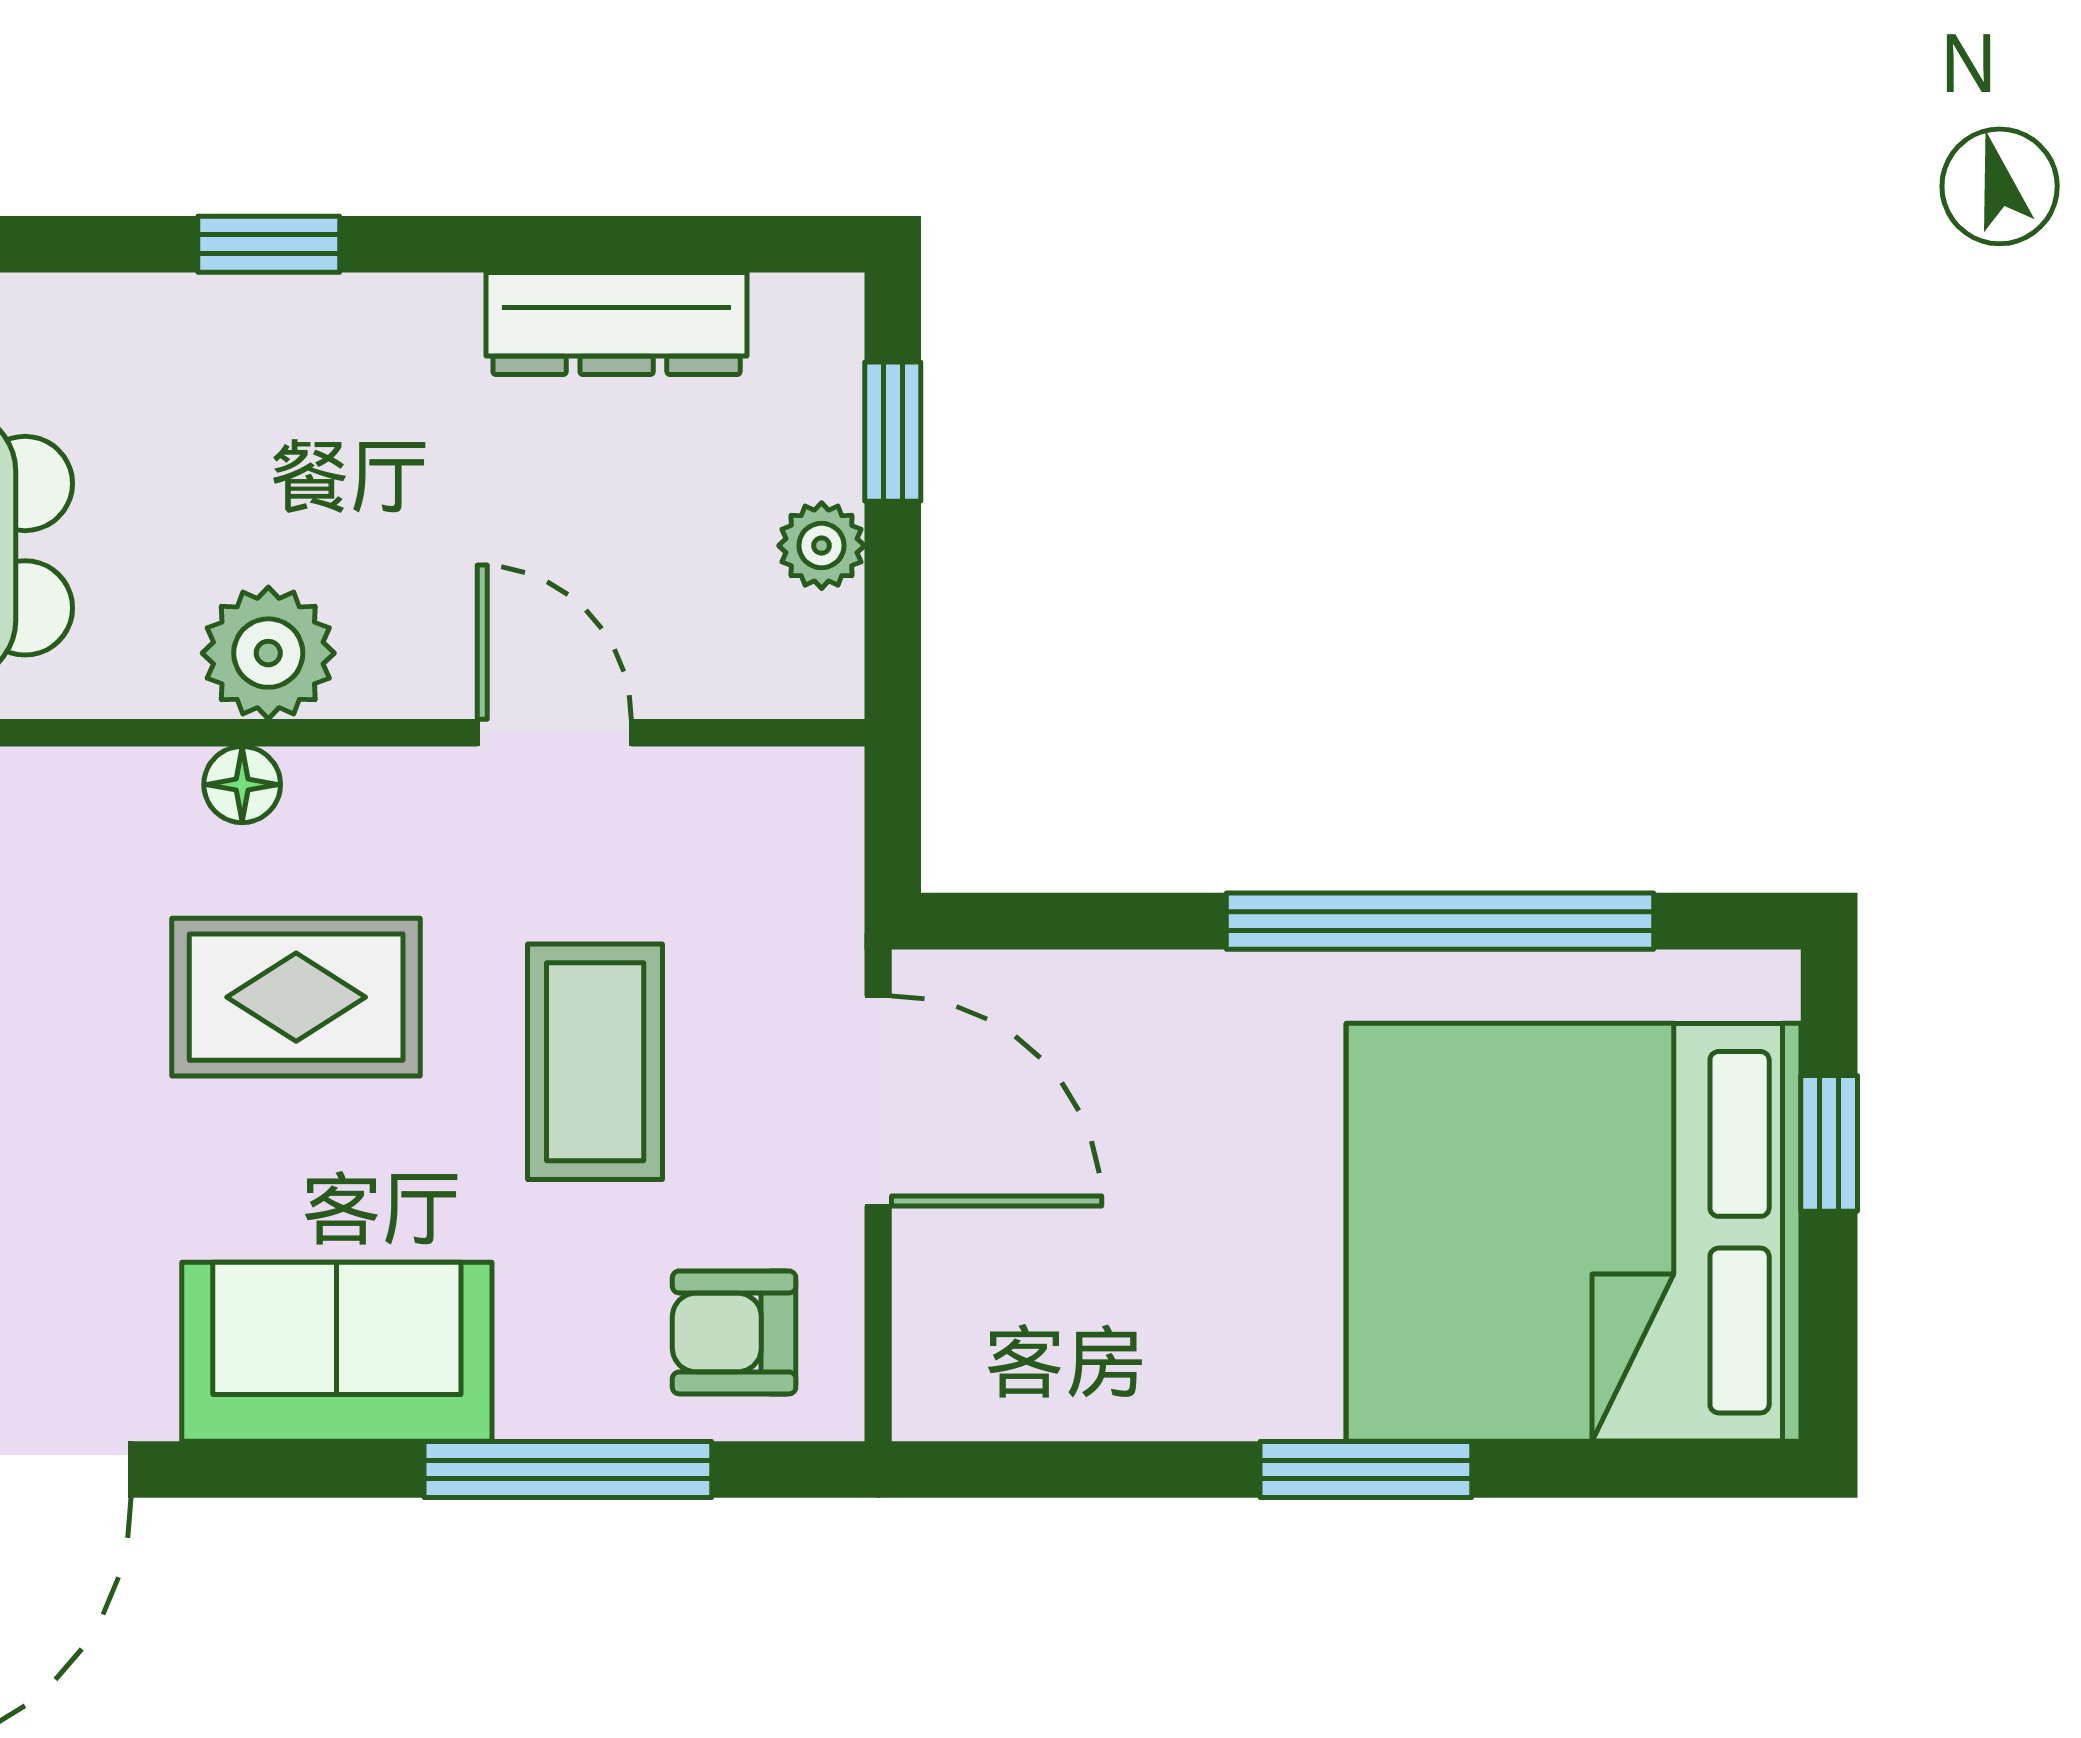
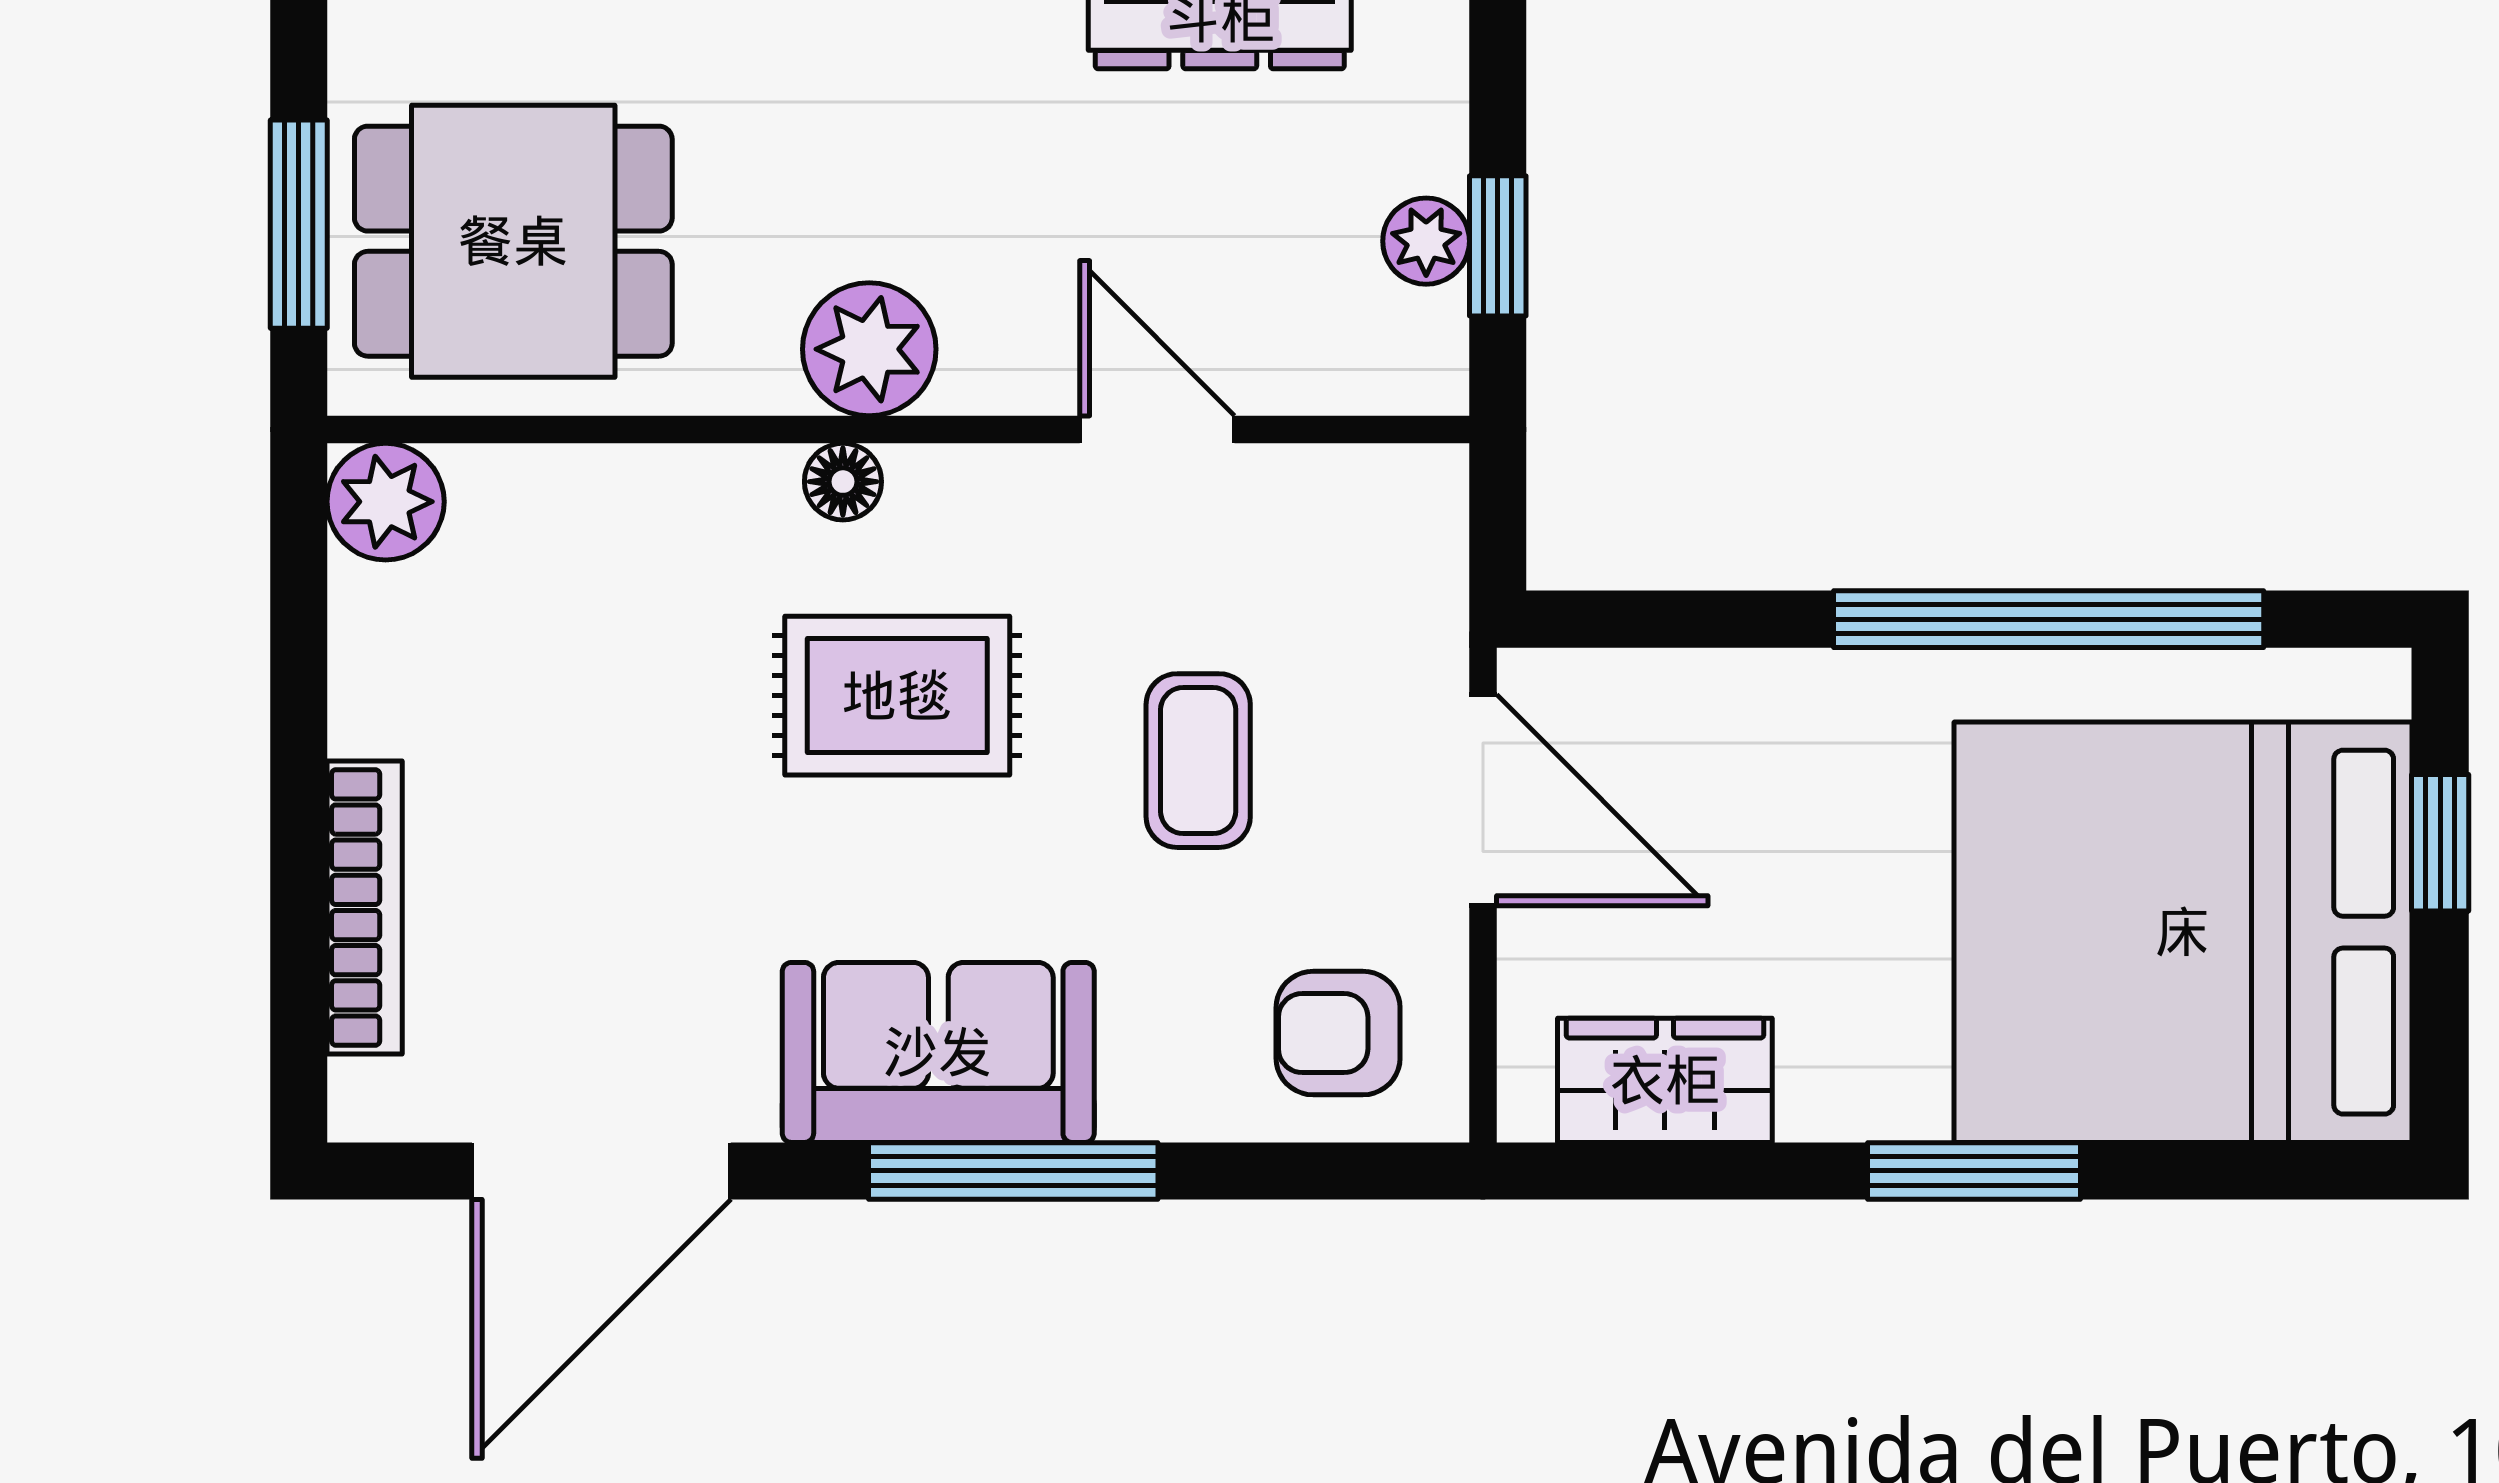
window: (893, 432) -> (1498, 246), moved
coffee table: (595, 1062) -> (1198, 761), width x0.73, depth x0.77
wardrobe: (1059, 1379) -> (1665, 1080), added
window: (568, 1470) -> (1013, 1171), moved

